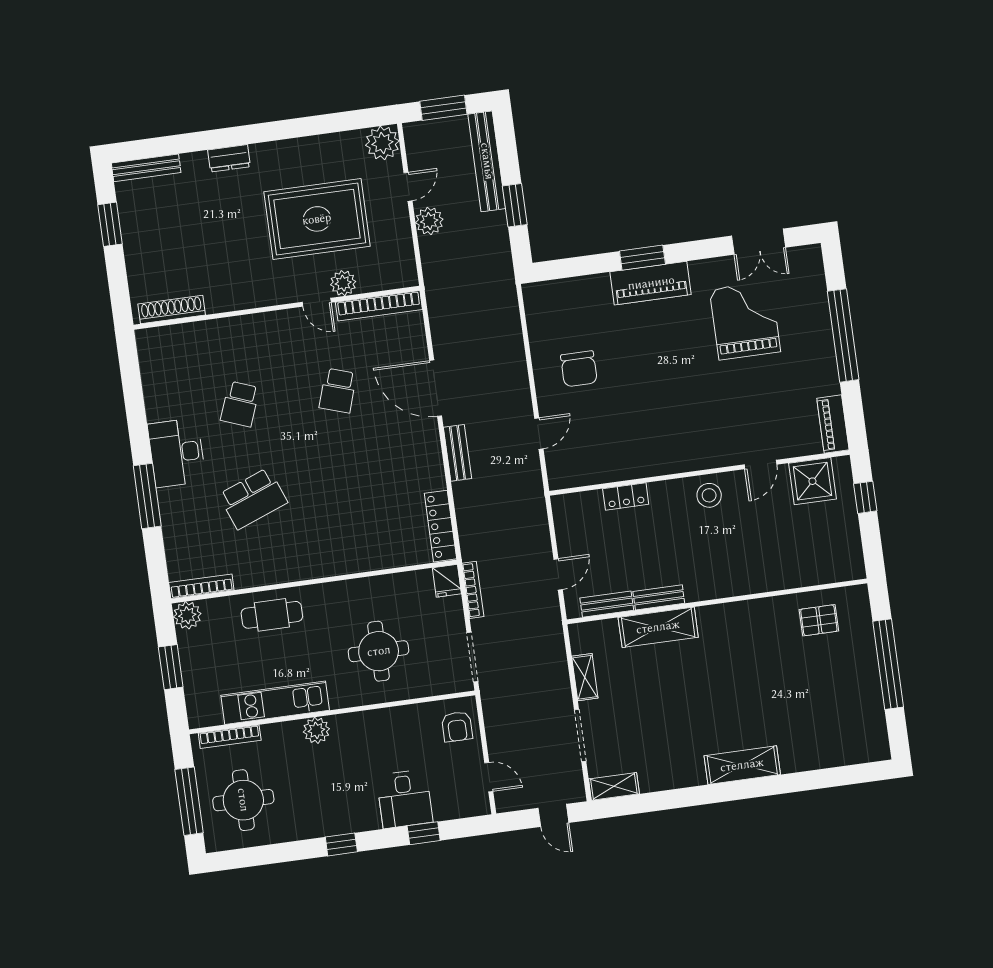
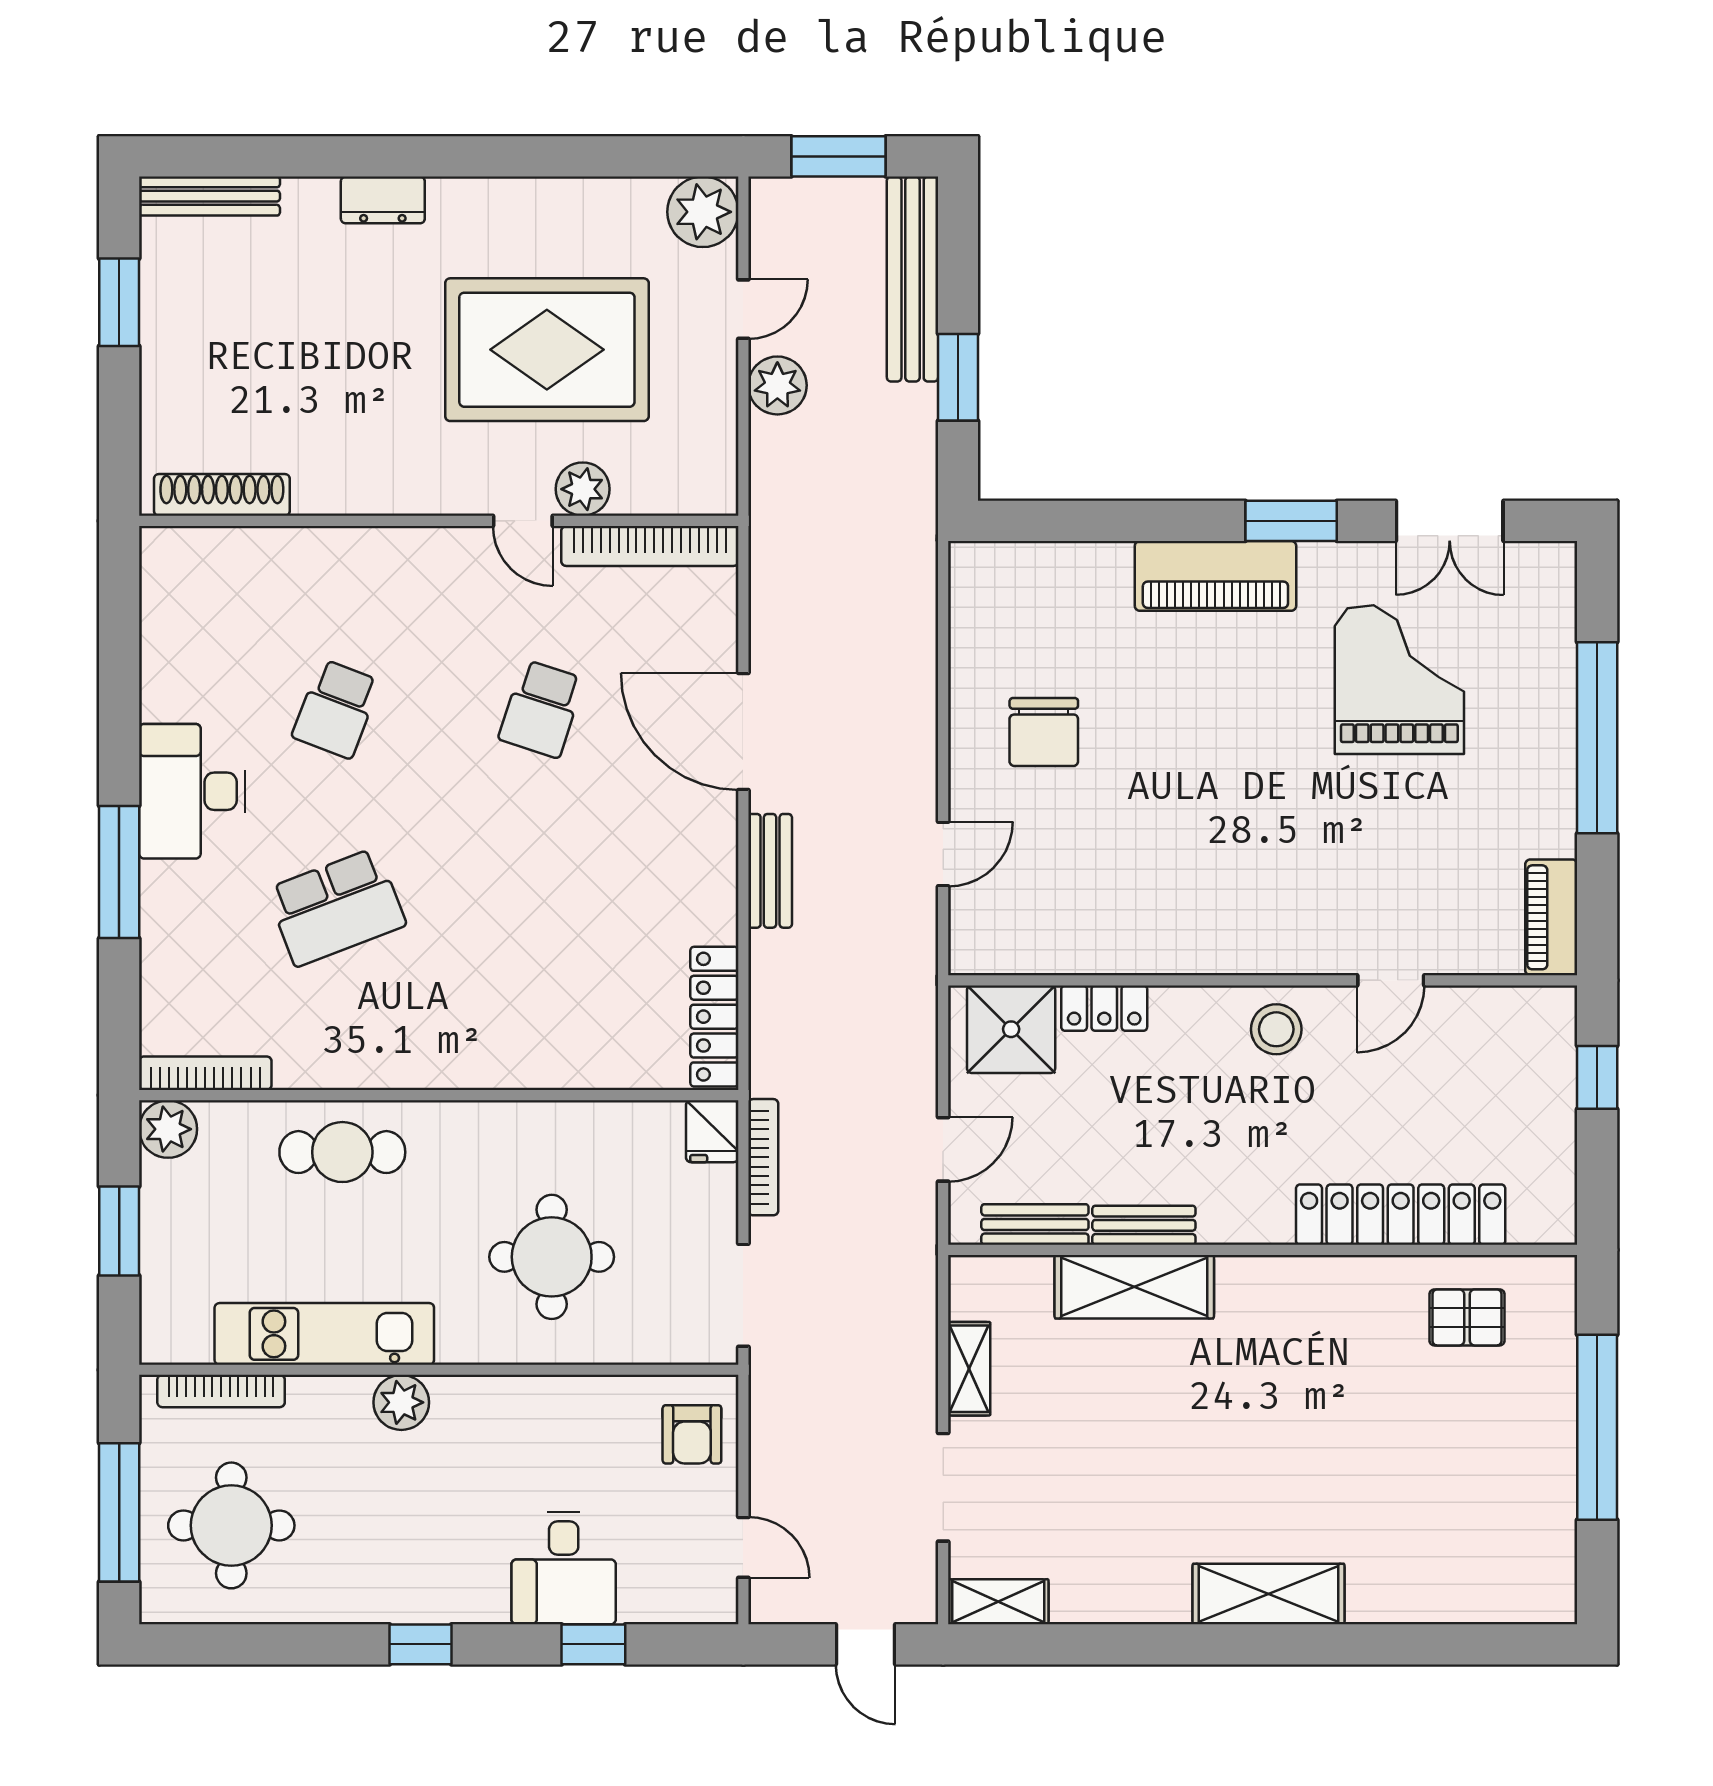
window: (642, 258) -> (1291, 521), moved
shower: (812, 481) -> (1011, 1029), moved
locker: (781, 576) -> (1401, 1215), added

